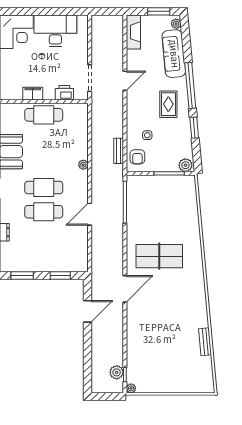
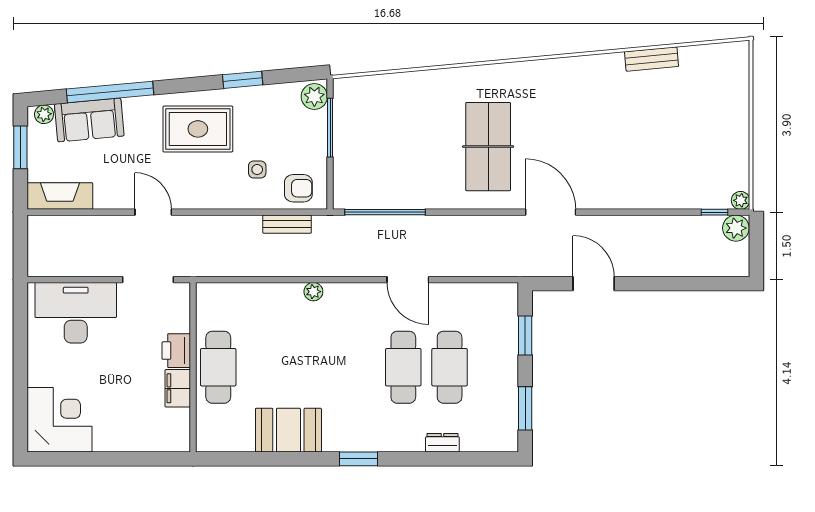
desk: (55, 31) -> (76, 313), moved, turned 90
sofa: (174, 54) -> (89, 120), width x0.73
window: (190, 86) -> (110, 92), moved
printer: (64, 93) -> (176, 351), moved
rug: (168, 104) -> (198, 129), width x1.36, depth x1.43
cafe table: (44, 188) -> (450, 367), moved
plant: (117, 372) -> (736, 228), moved

